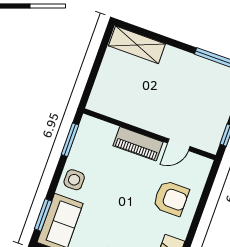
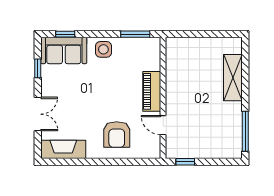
shelving: (137, 45) -> (233, 78), moved
window: (43, 215) -> (65, 34), width x0.67

